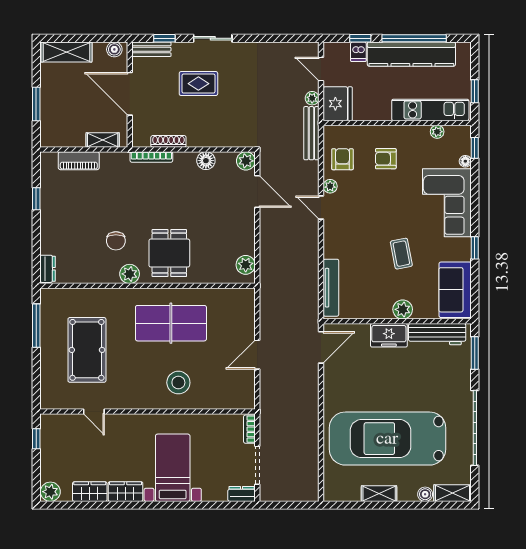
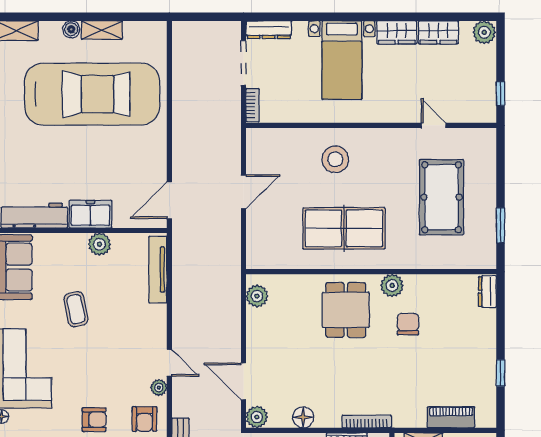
plant: (403, 309) -> (99, 244), moved
window: (36, 326) -> (501, 225), width x0.69
dresser: (242, 494) -> (269, 30), width x1.44
boiler: (425, 494) -> (71, 29), moved

